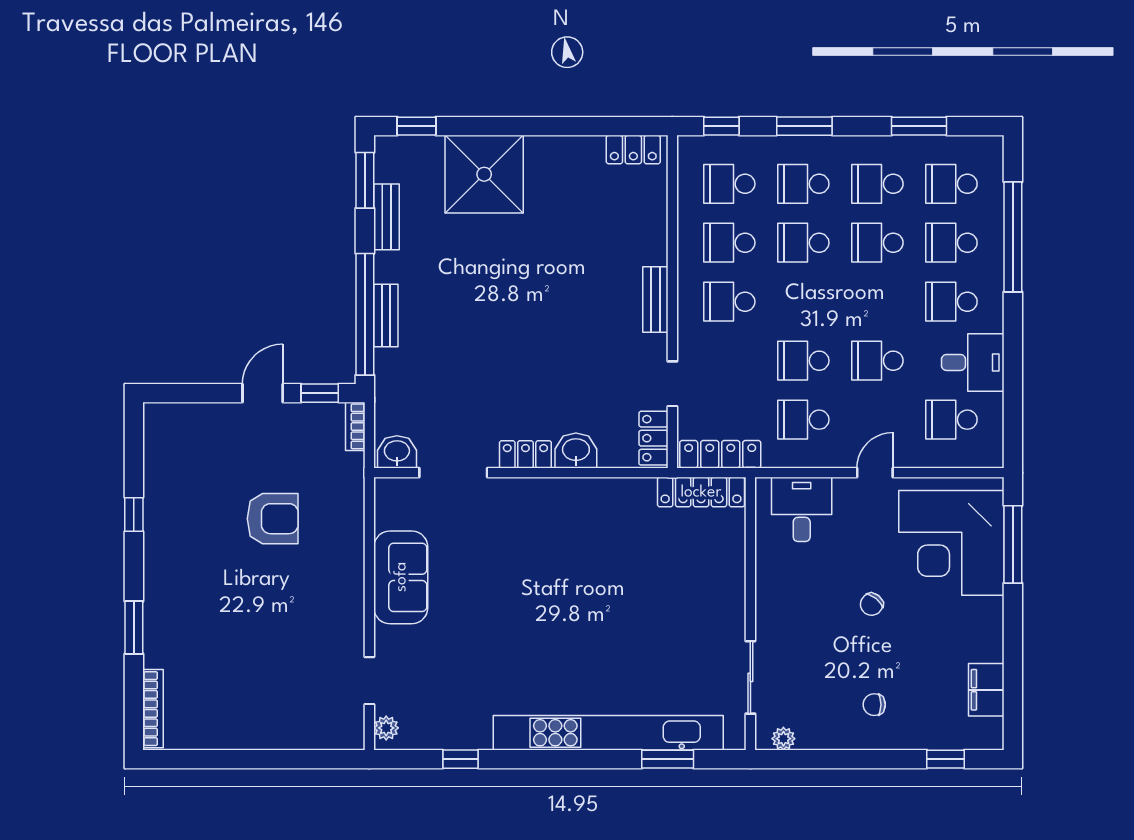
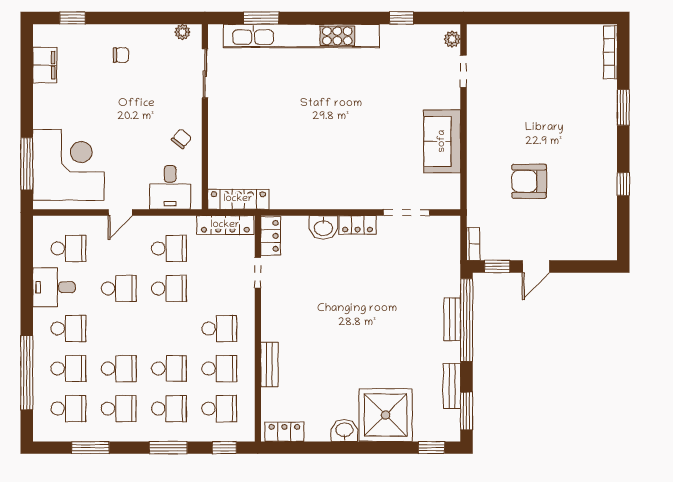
bench: (655, 299) -> (269, 365), moved
washbasin: (397, 452) -> (344, 430), moved, turned 180
chair: (872, 604) -> (181, 139), moved

